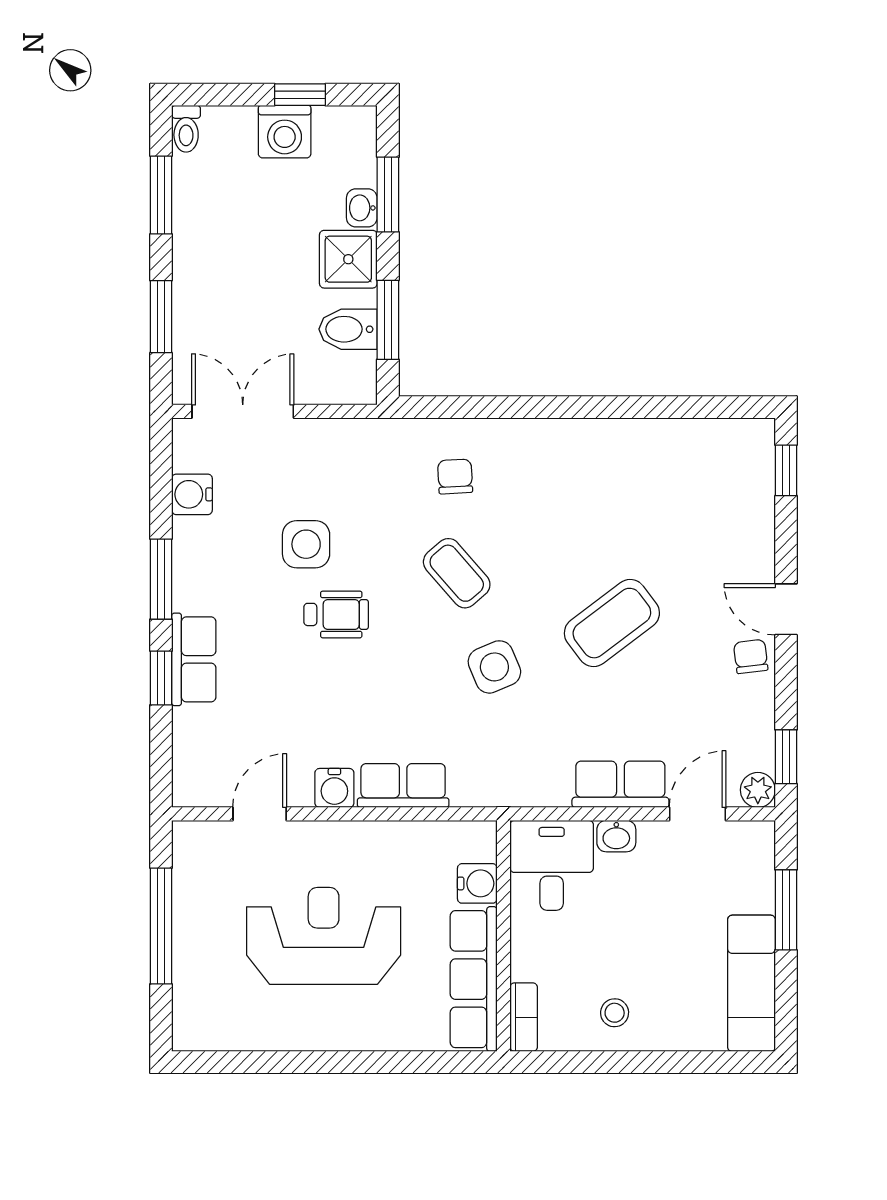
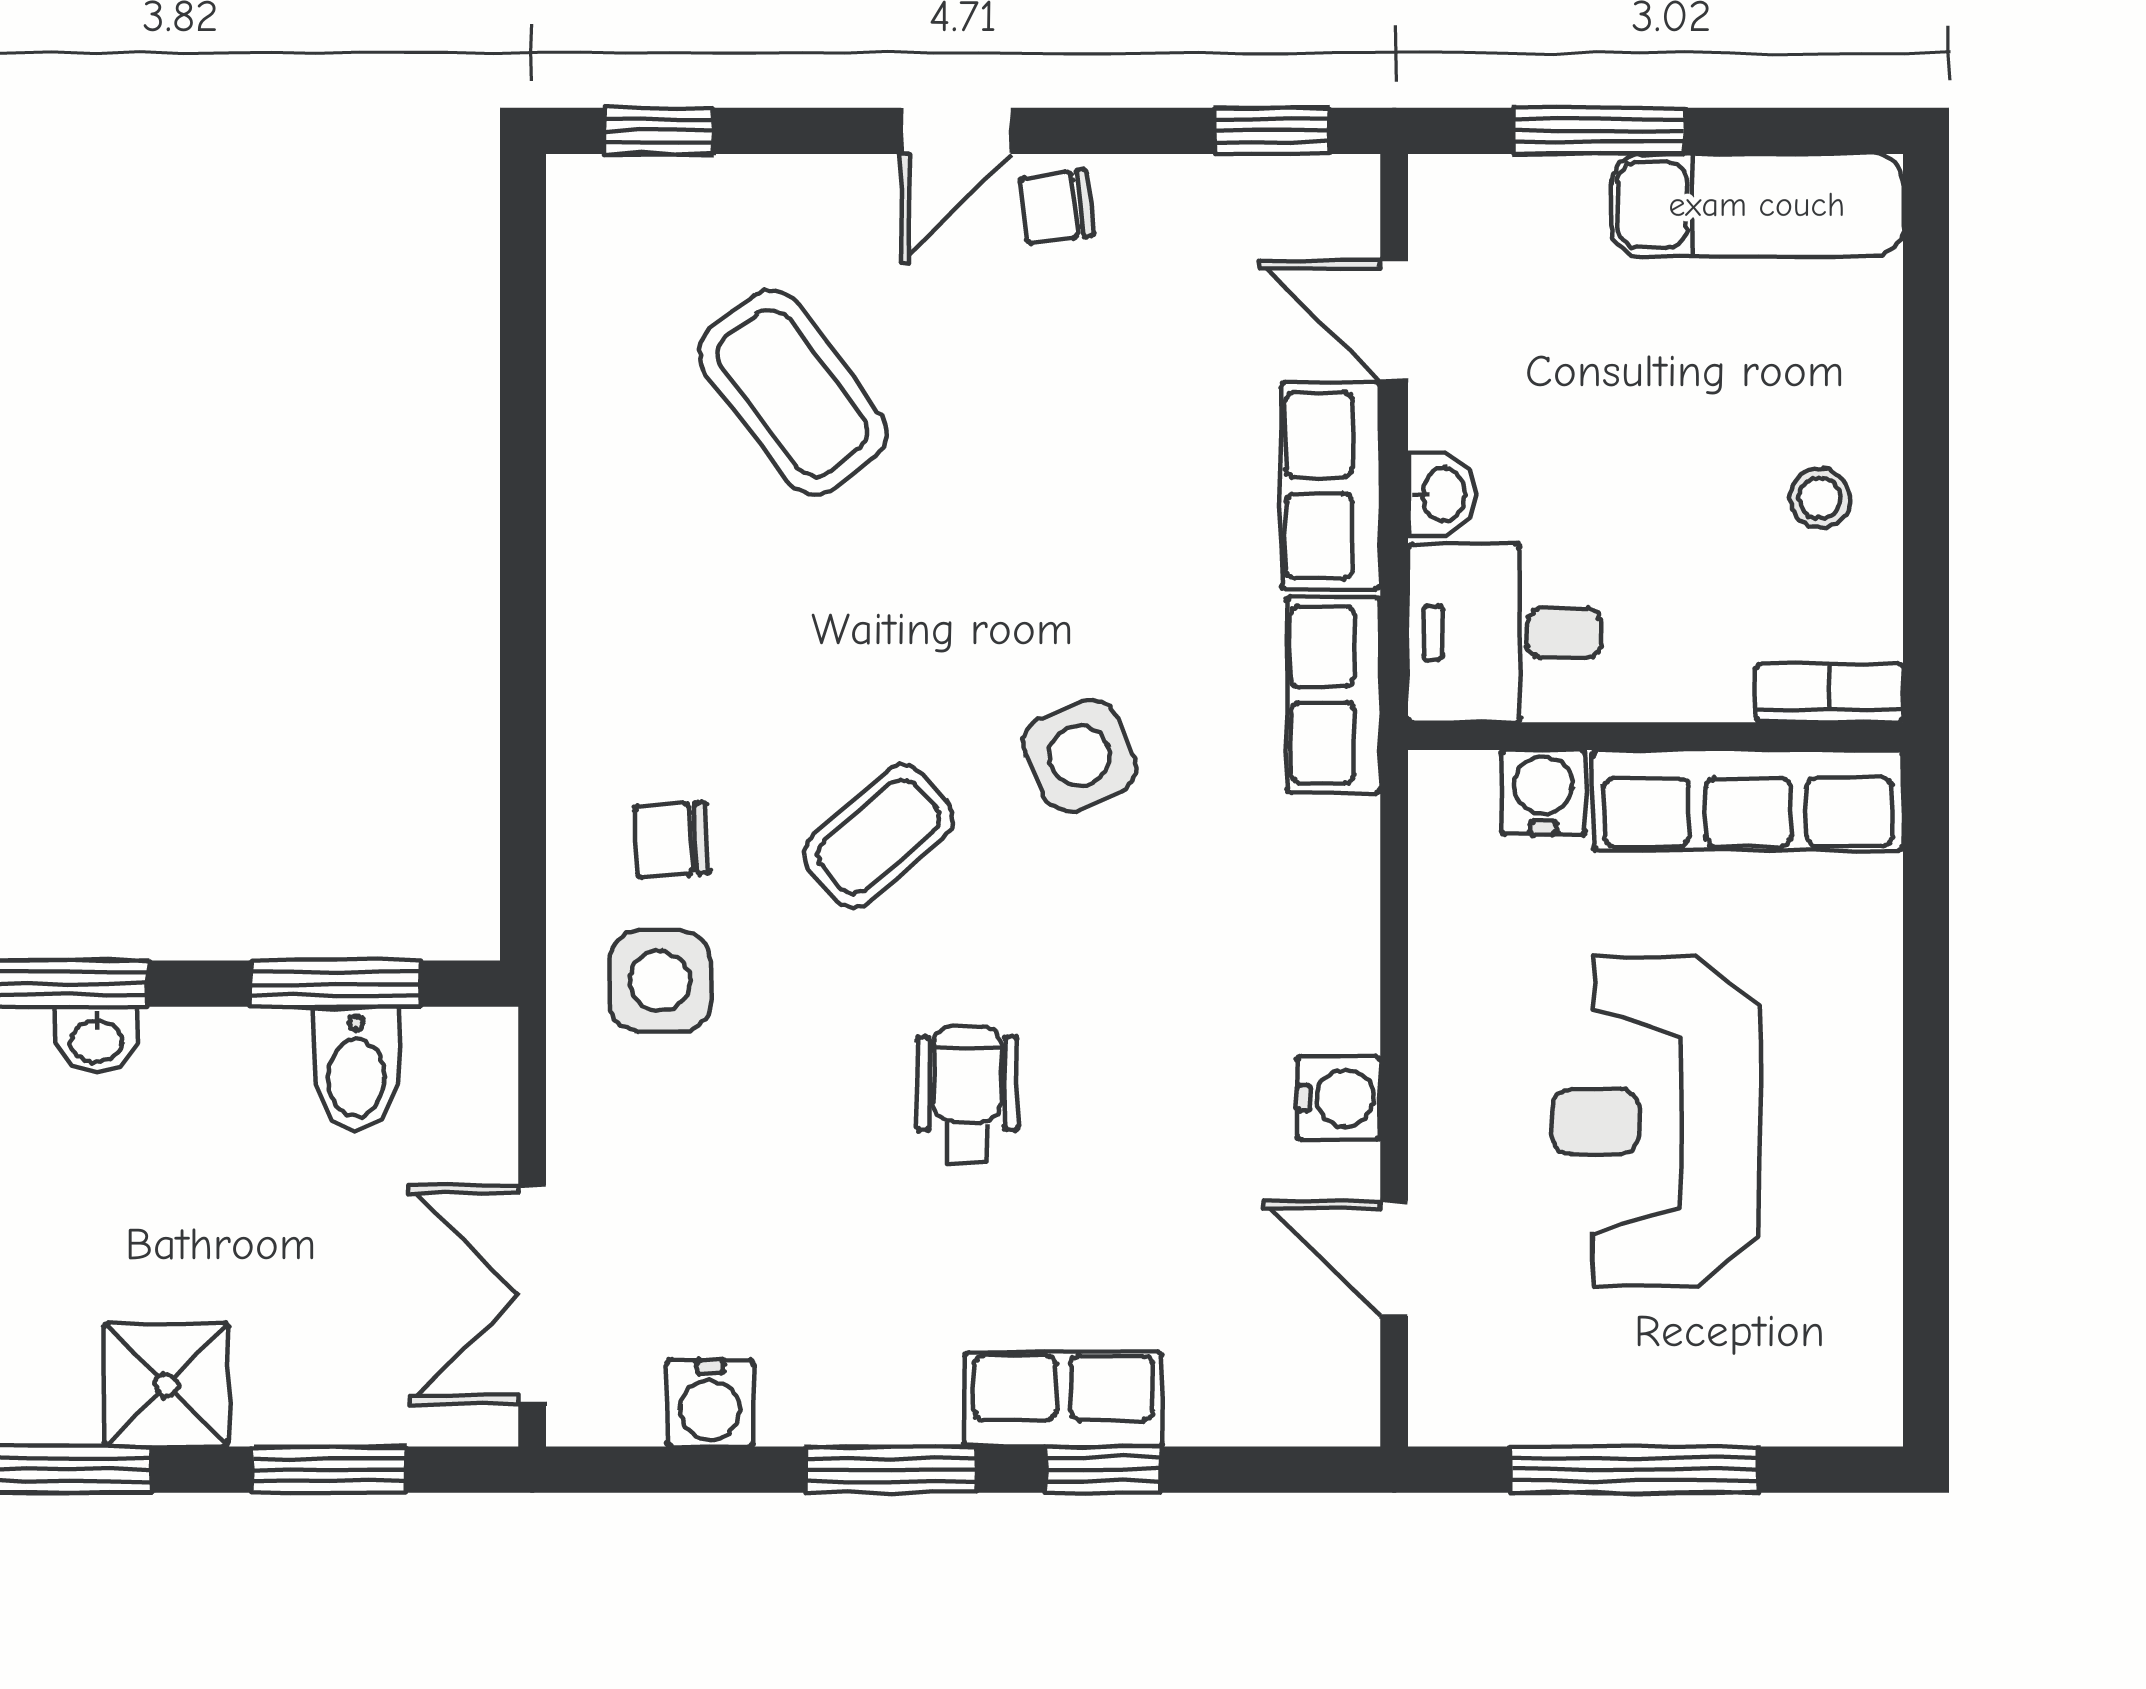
shower: (348, 259) -> (166, 1385), moved
side table: (306, 544) -> (660, 981), moved
coffee table: (612, 623) -> (793, 393), moved
row of seats: (403, 786) -> (1334, 695), moved
plant: (758, 790) -> (1343, 191), removed

